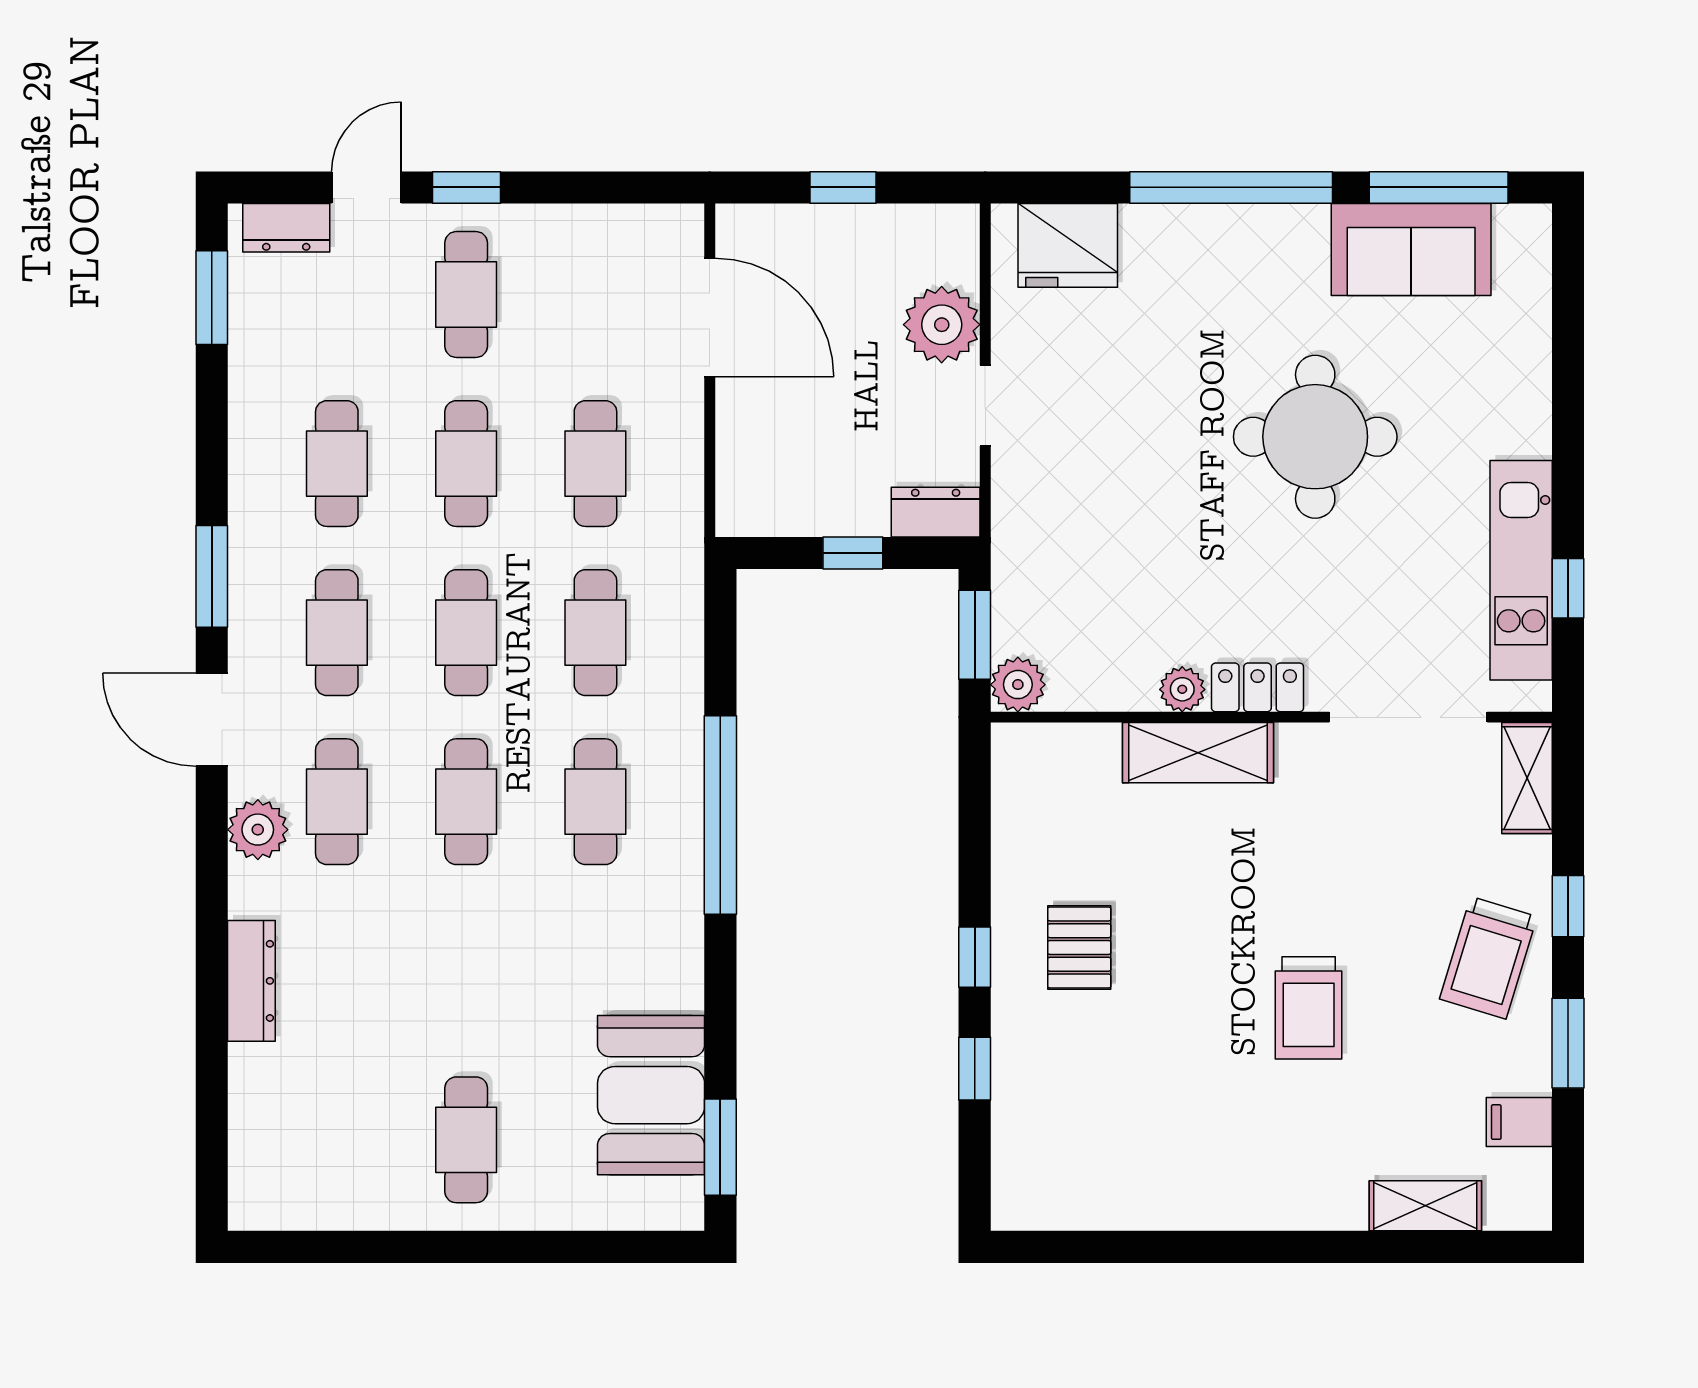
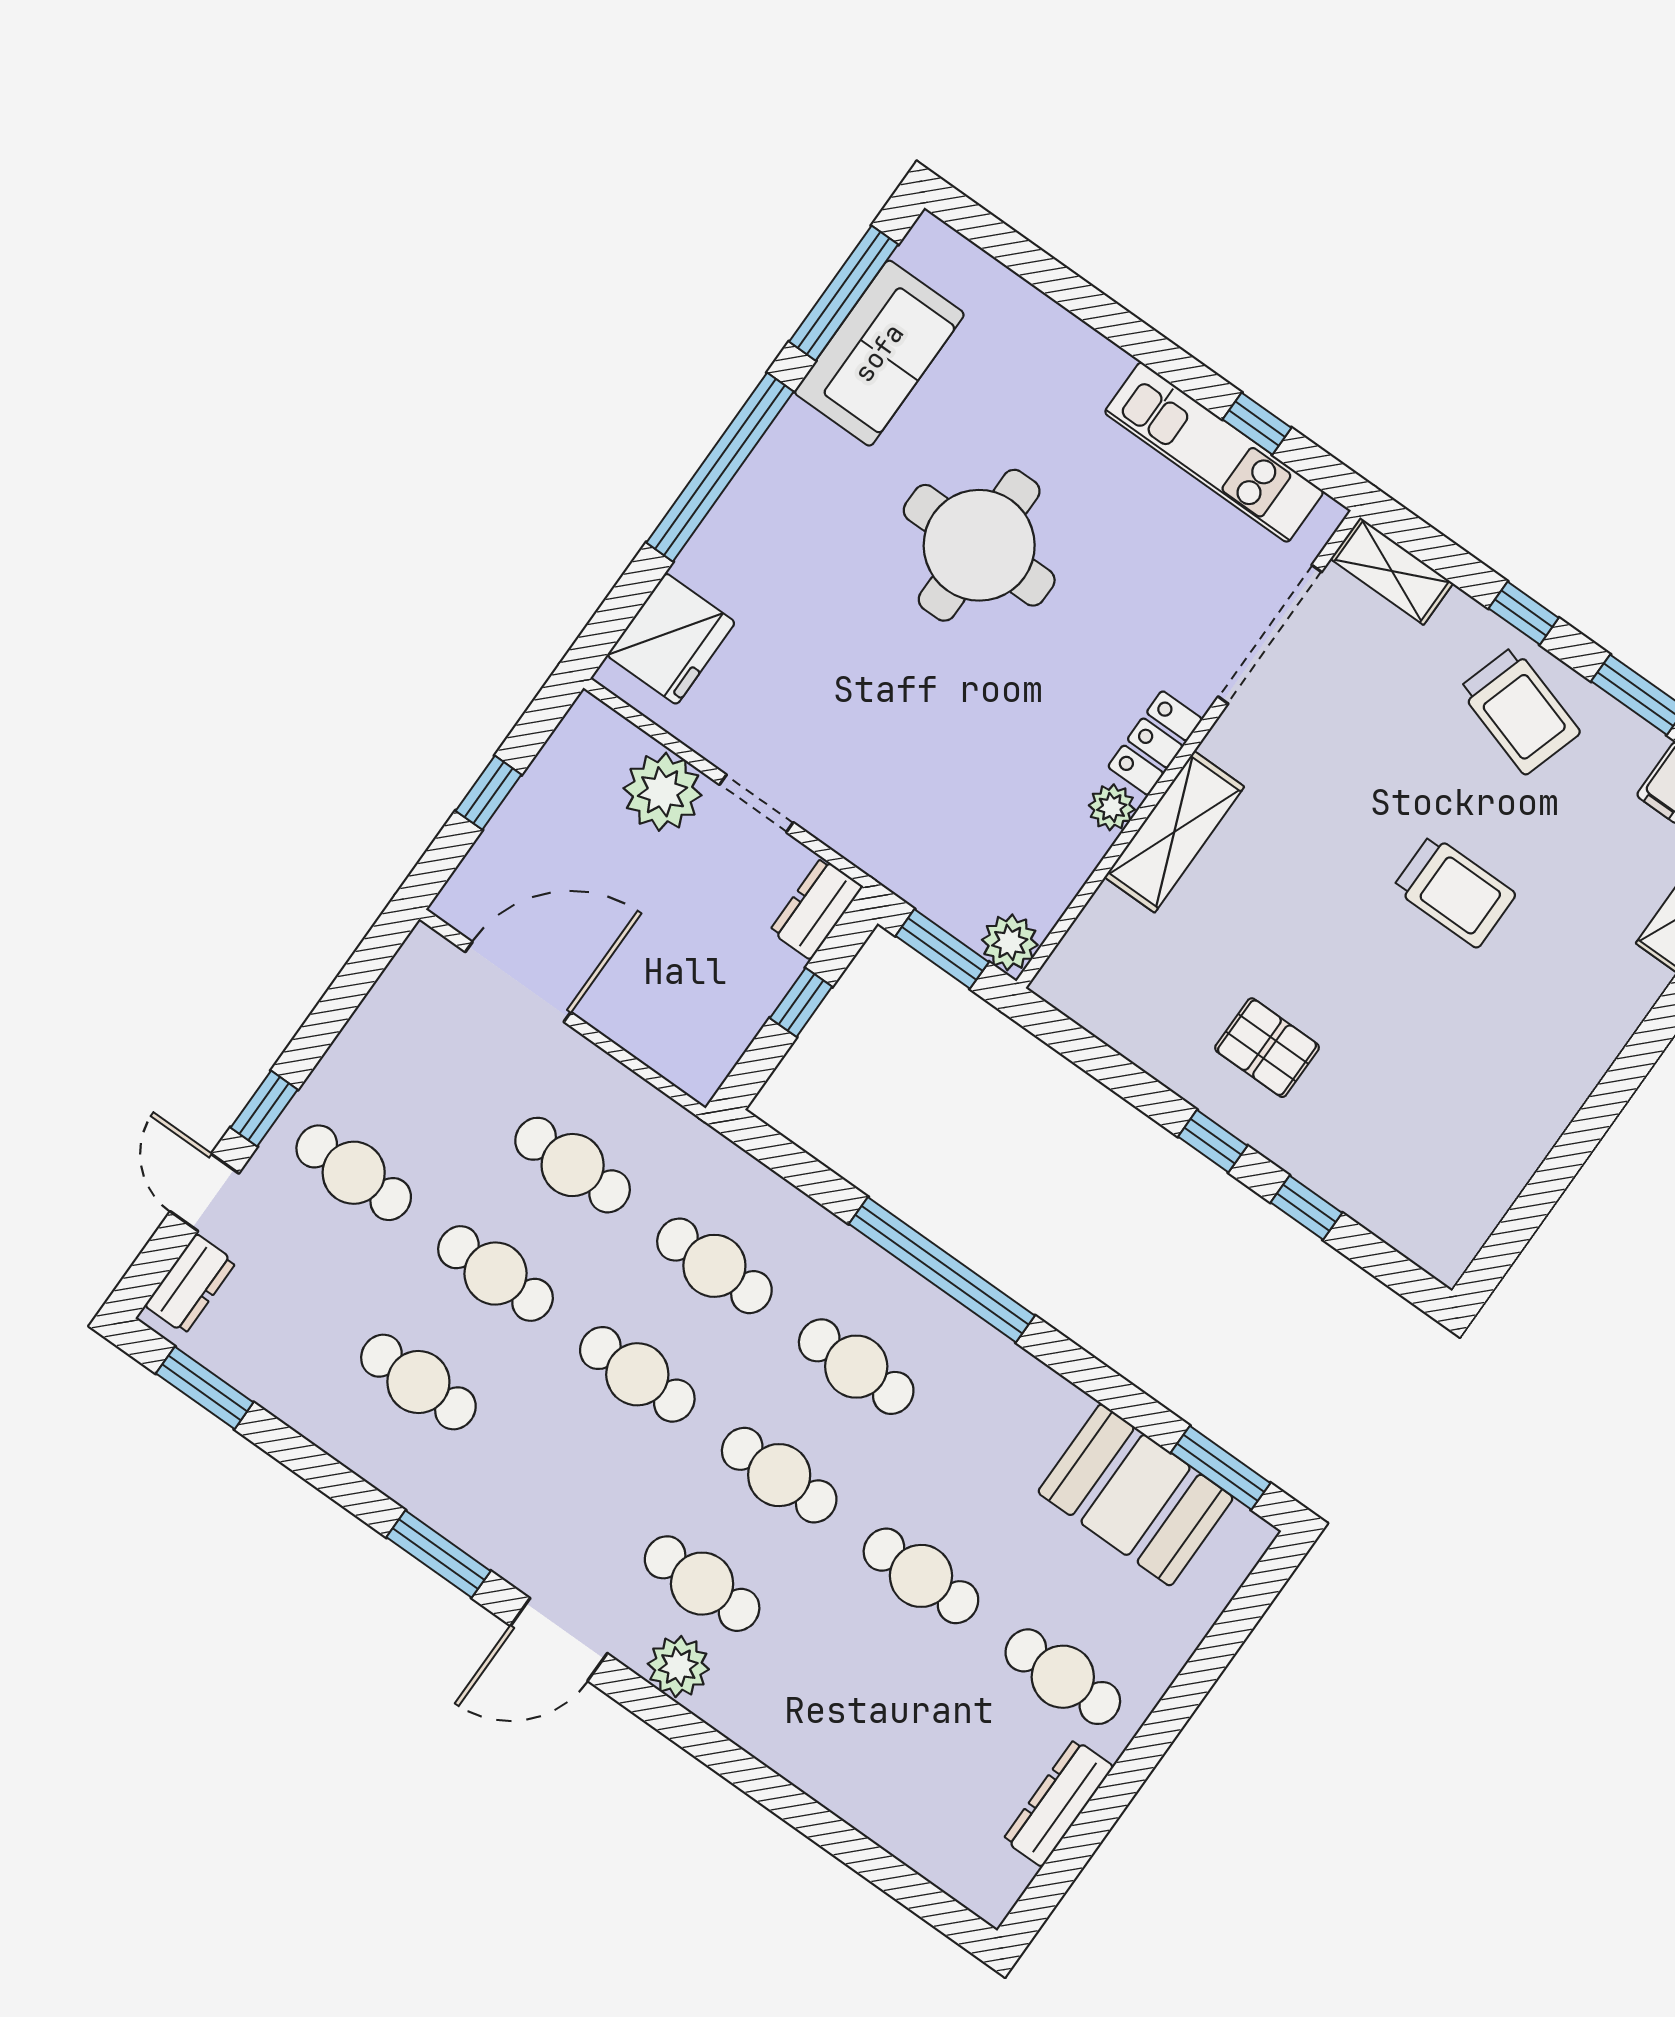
cafe table: (337, 633) -> (921, 1576), moved
dresser: (251, 981) -> (1058, 1803), moved, turned -90

